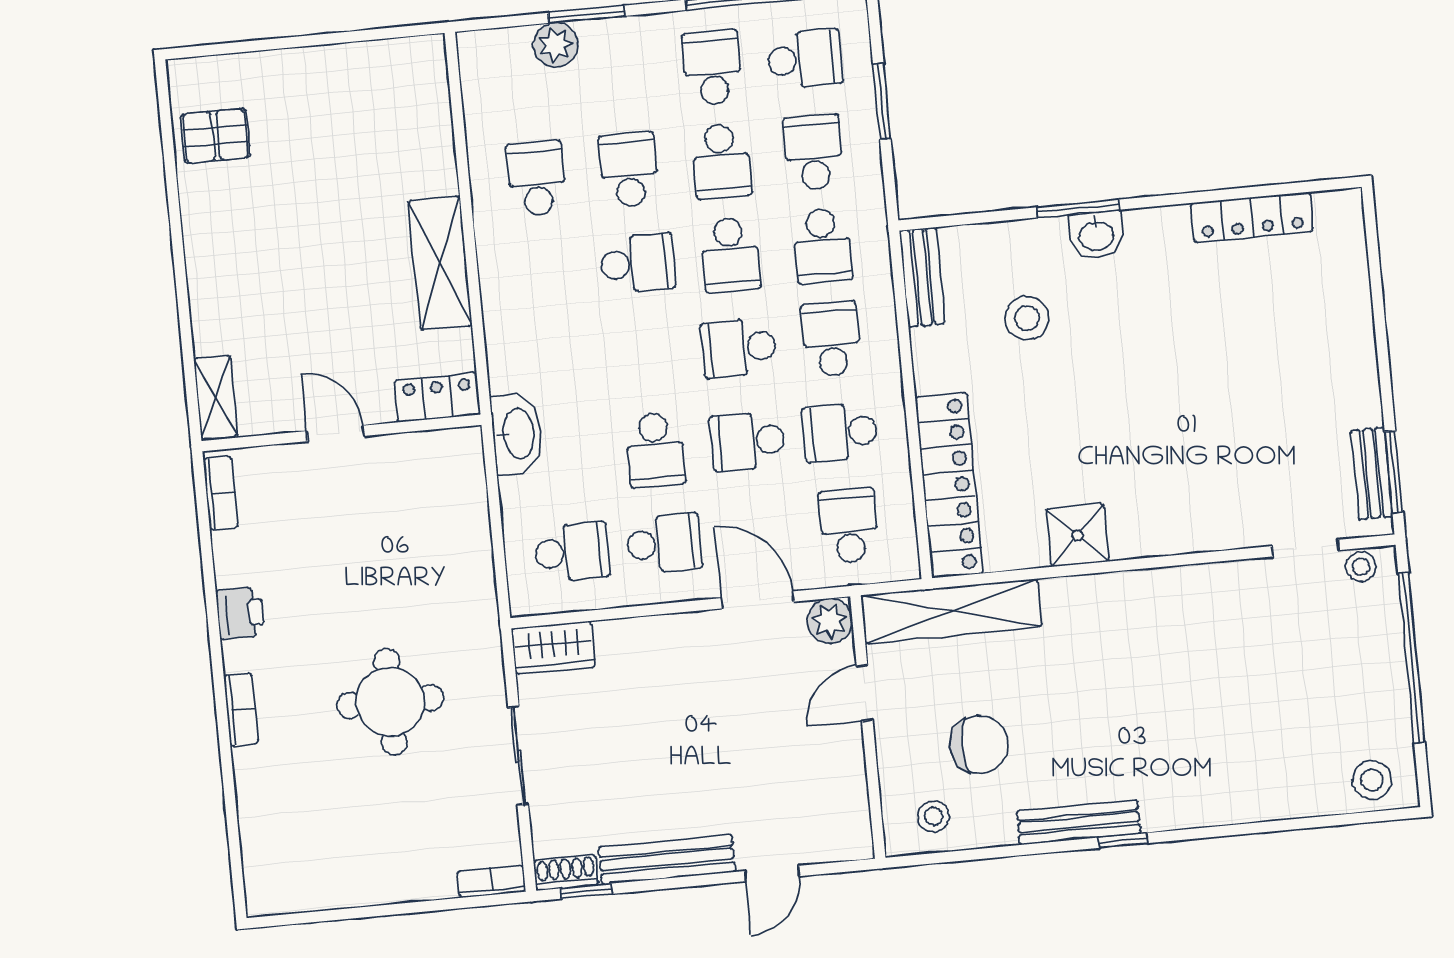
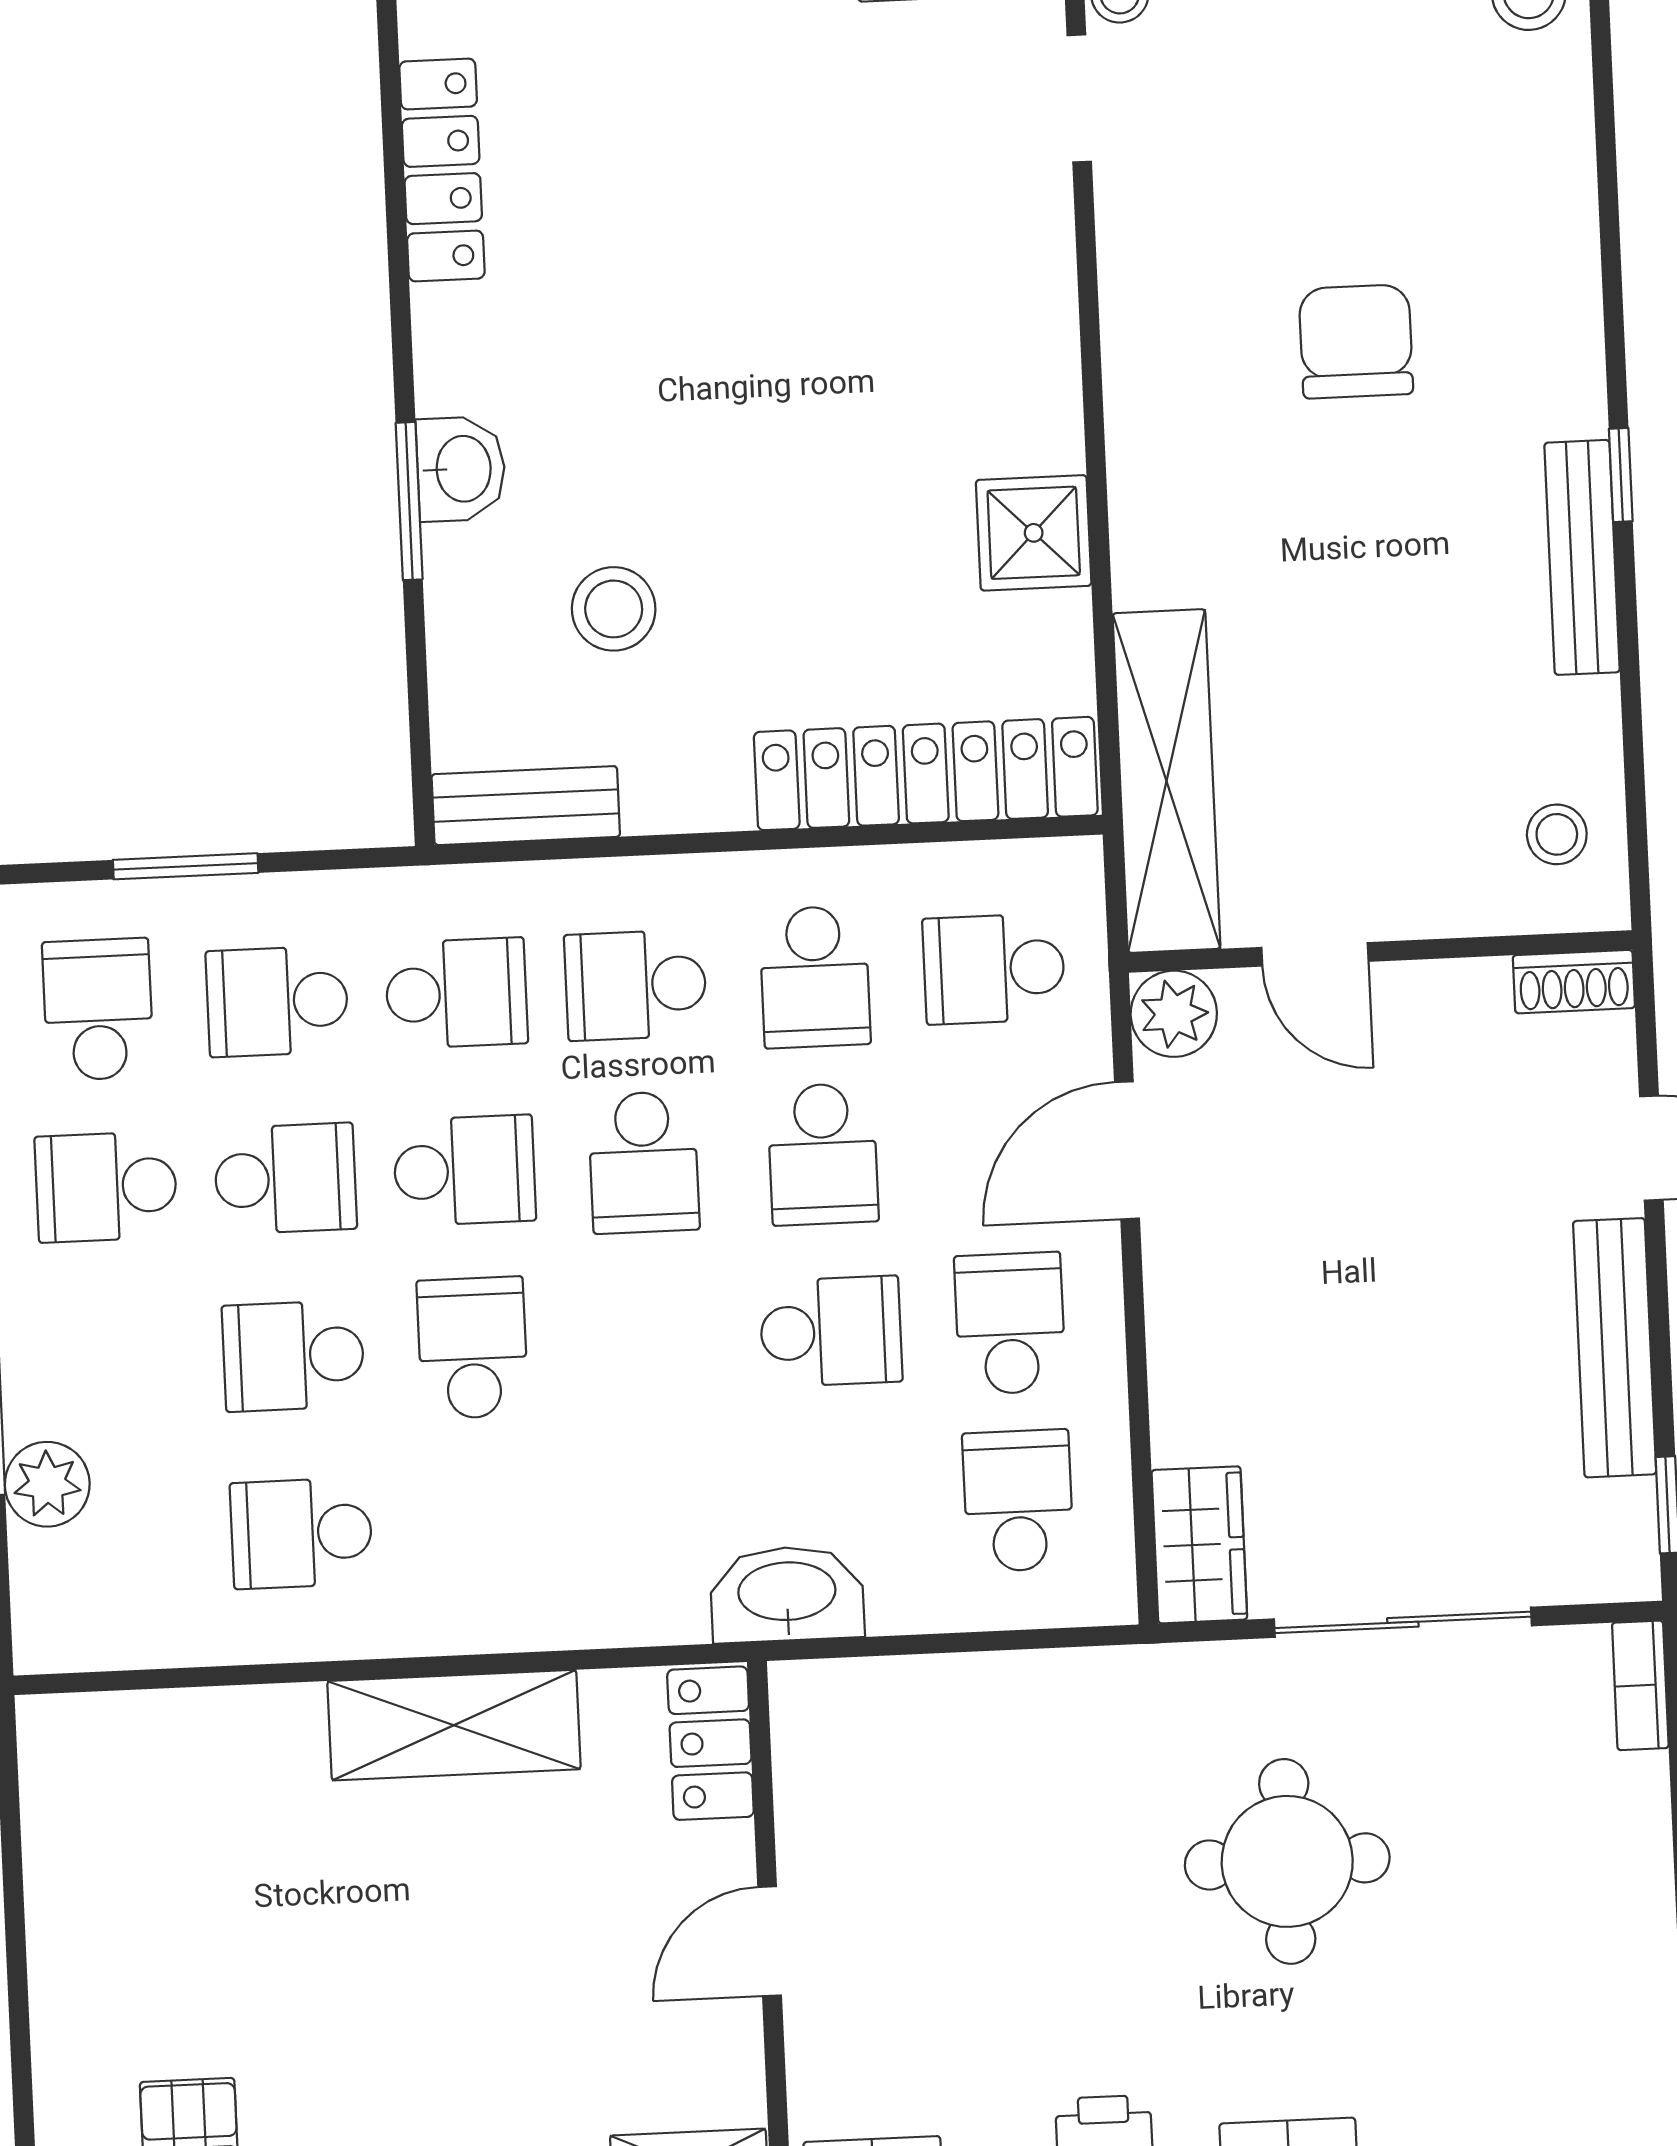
chair: (979, 745) -> (1356, 341), moved
sliding door: (518, 756) -> (1403, 1622), width x1.37
shoe rack: (566, 873) -> (1574, 982), moved, turned -90

